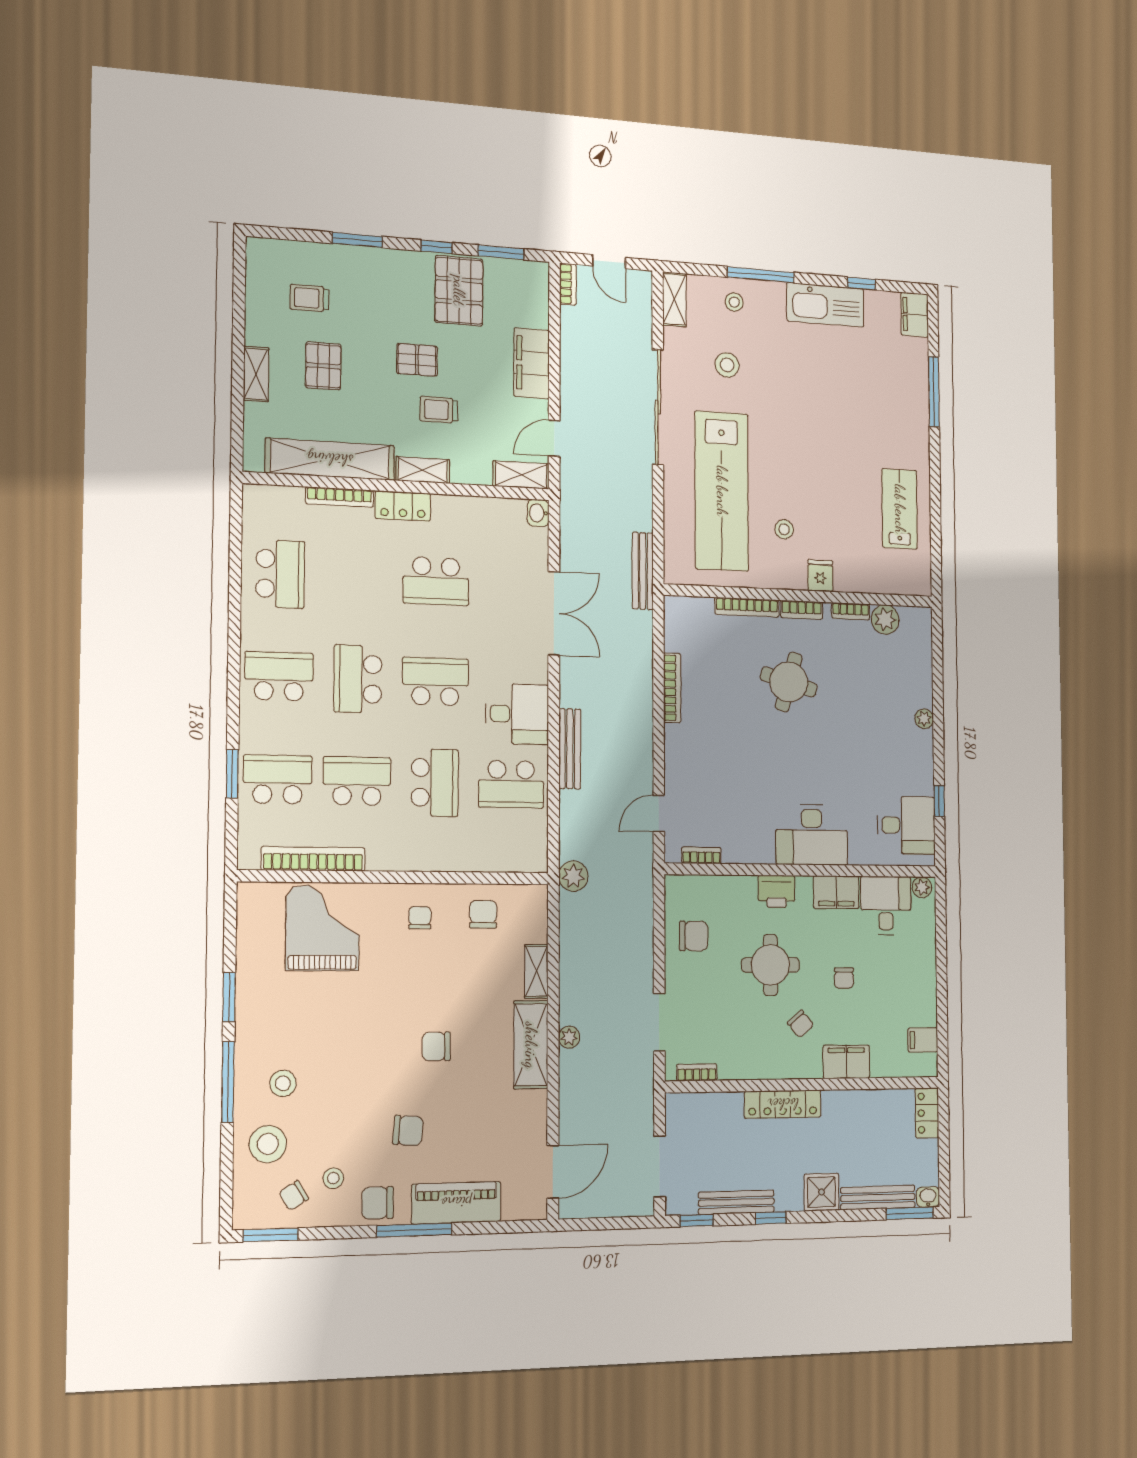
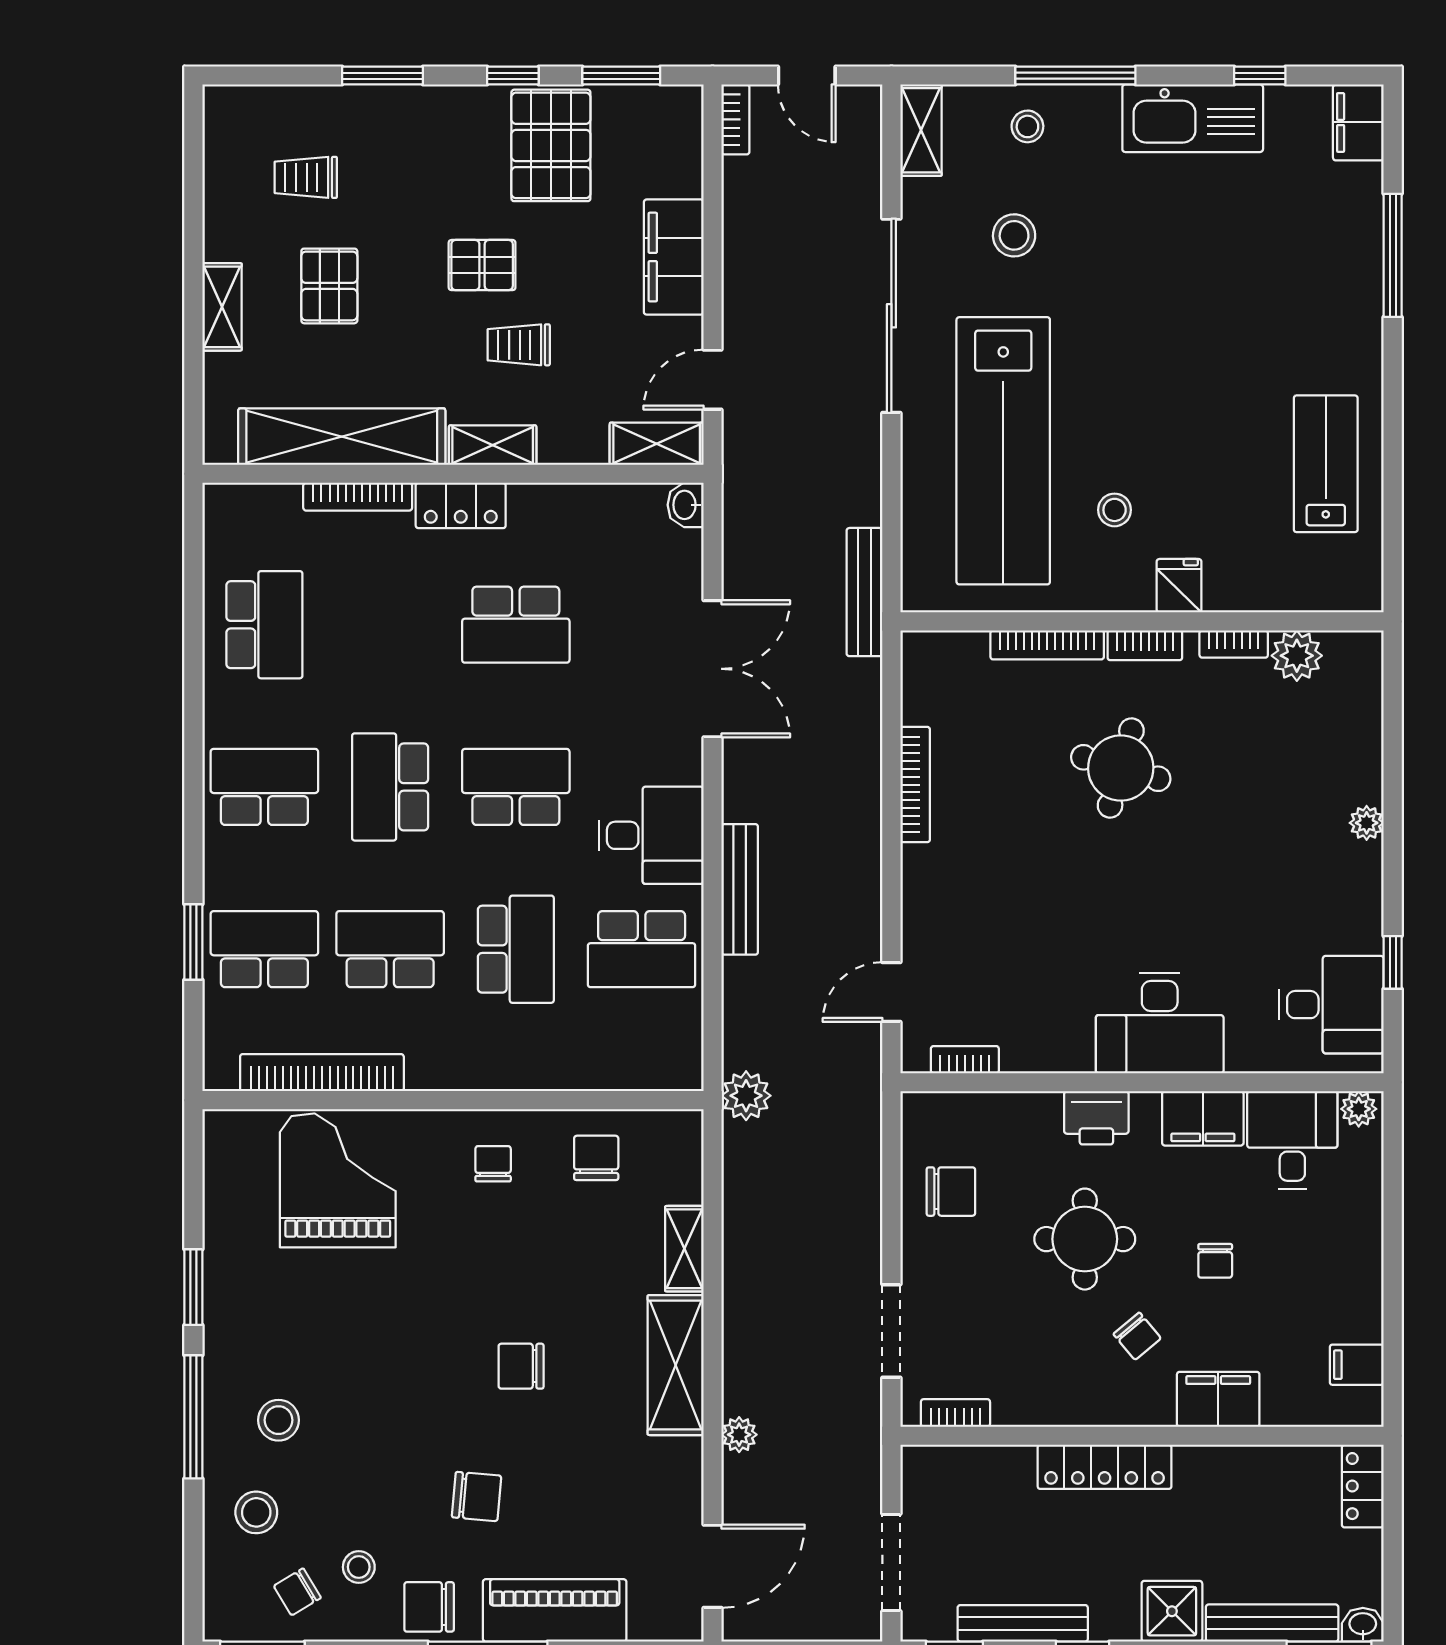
plant: (569, 1037) -> (739, 1435), moved
stool: (268, 1144) -> (256, 1512), width x0.73, depth x0.73

